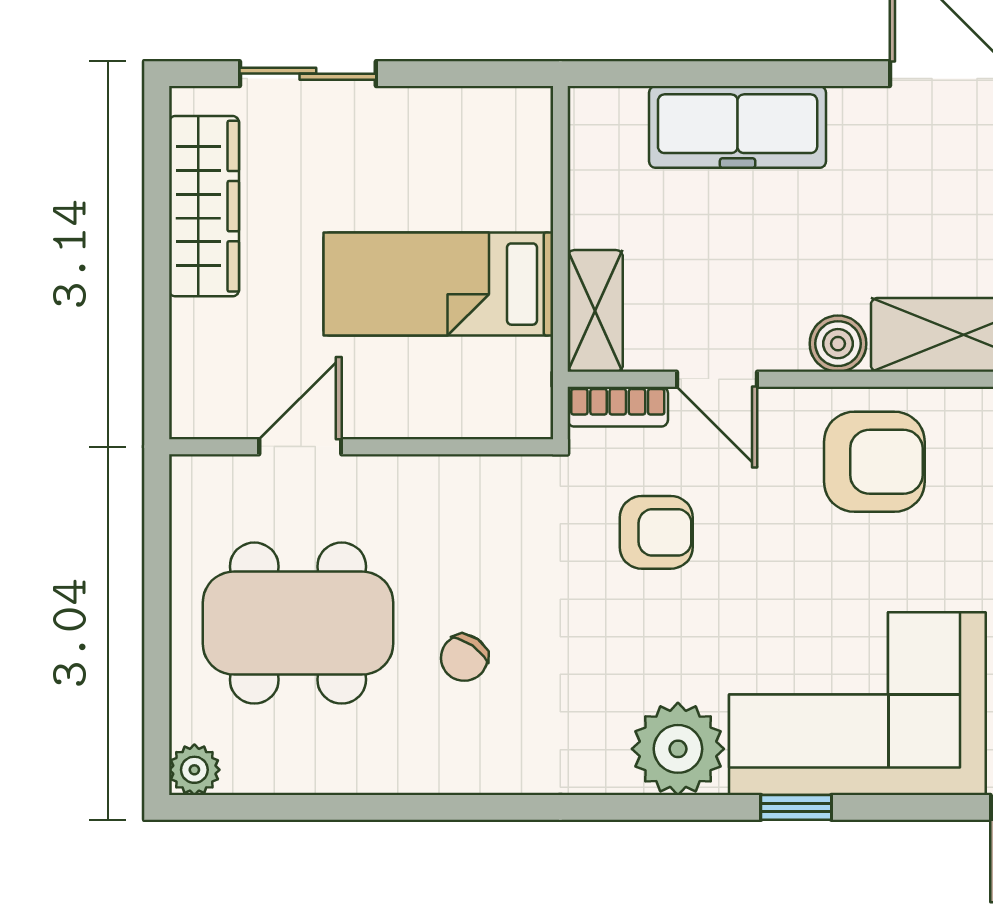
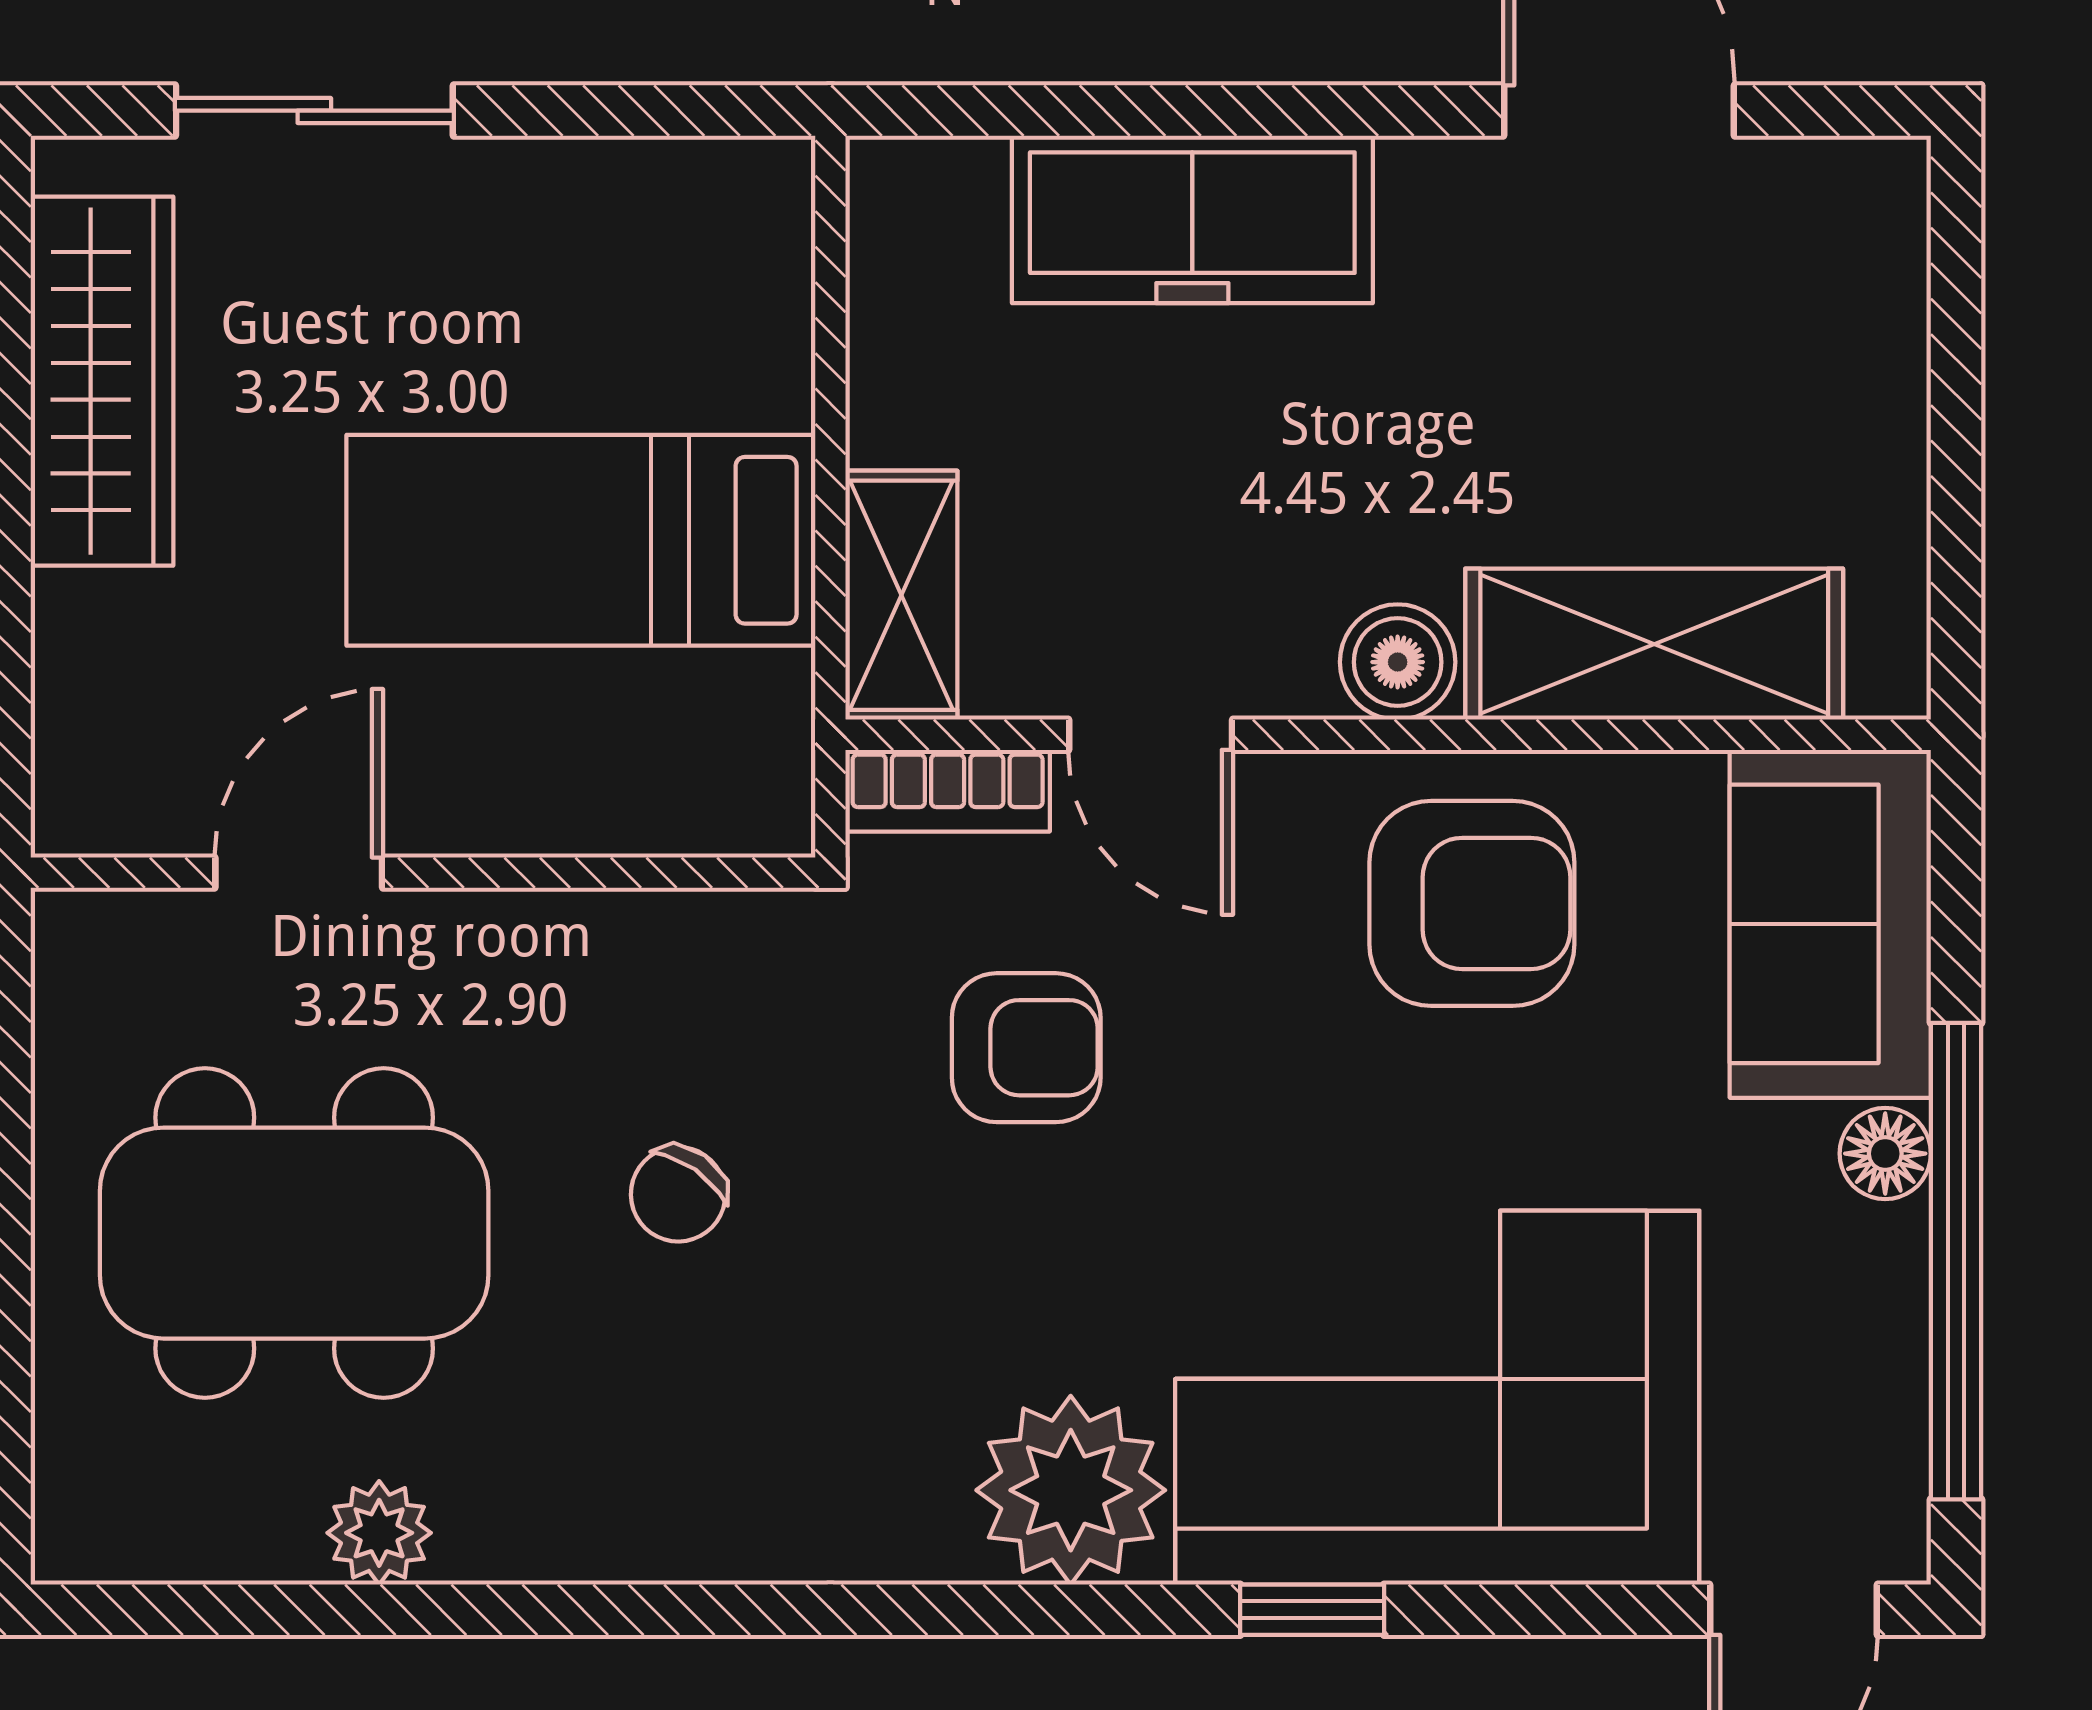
chair: (464, 658) -> (678, 1194), moved
plant: (194, 770) -> (379, 1533), moved

